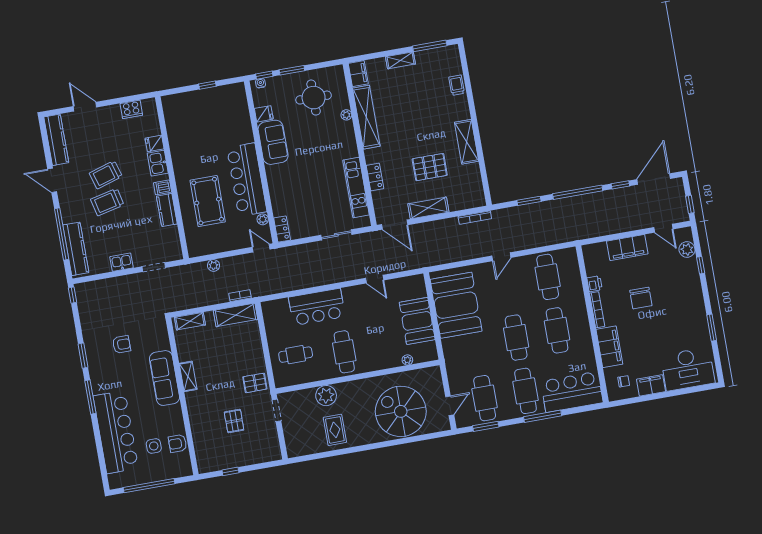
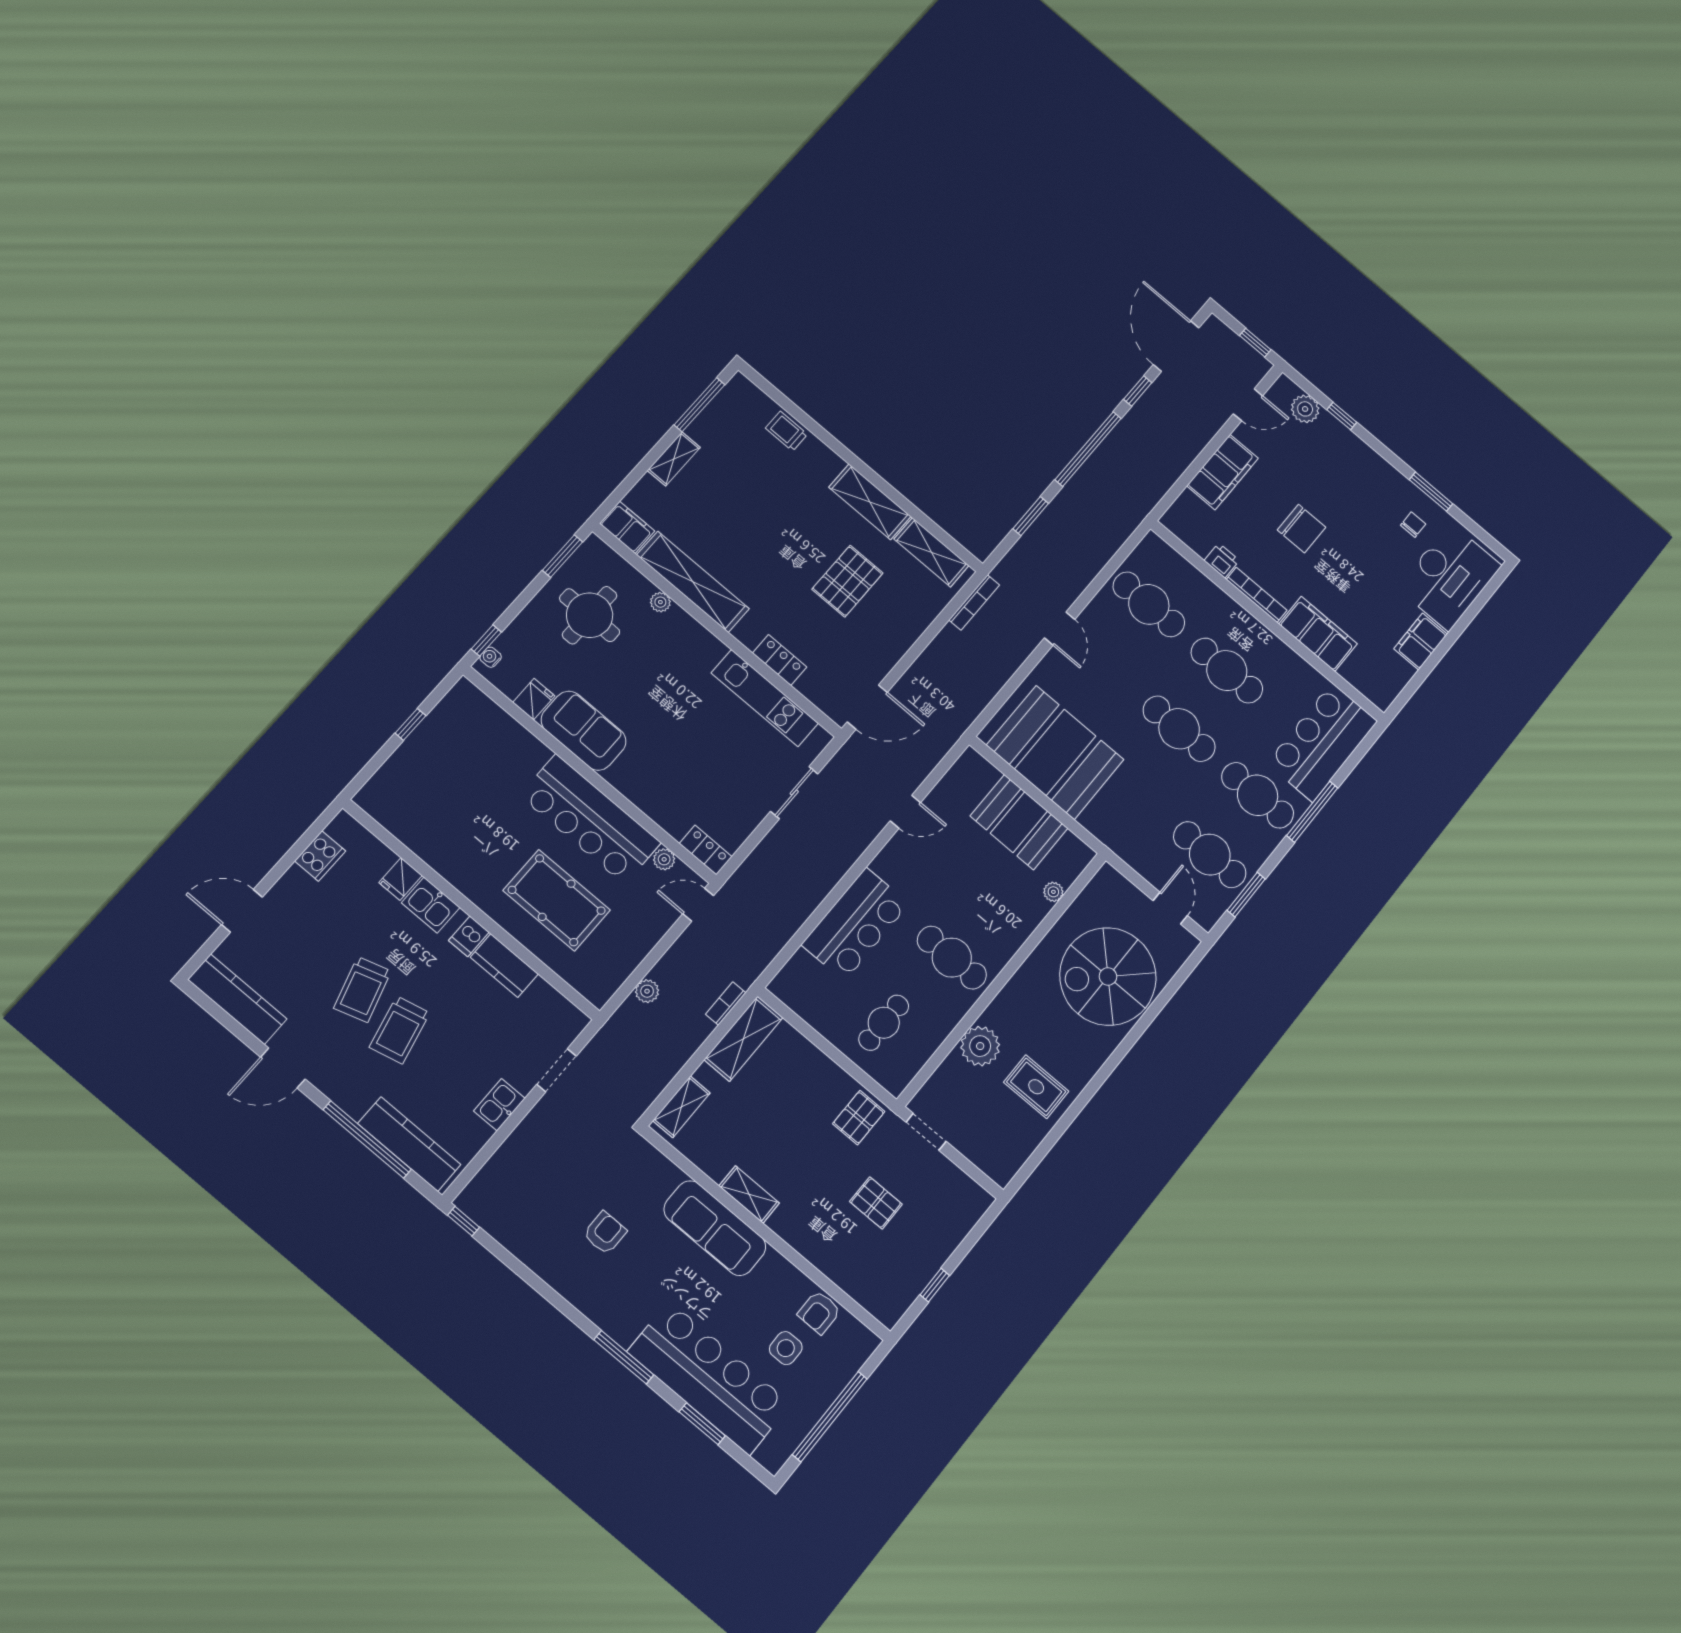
window: (292, 70) -> (563, 556), moved
shelving: (428, 208) -> (931, 552), moved, turned 90
window: (83, 356) -> (702, 1424), moved
chair: (624, 381) -> (1413, 525), moved

